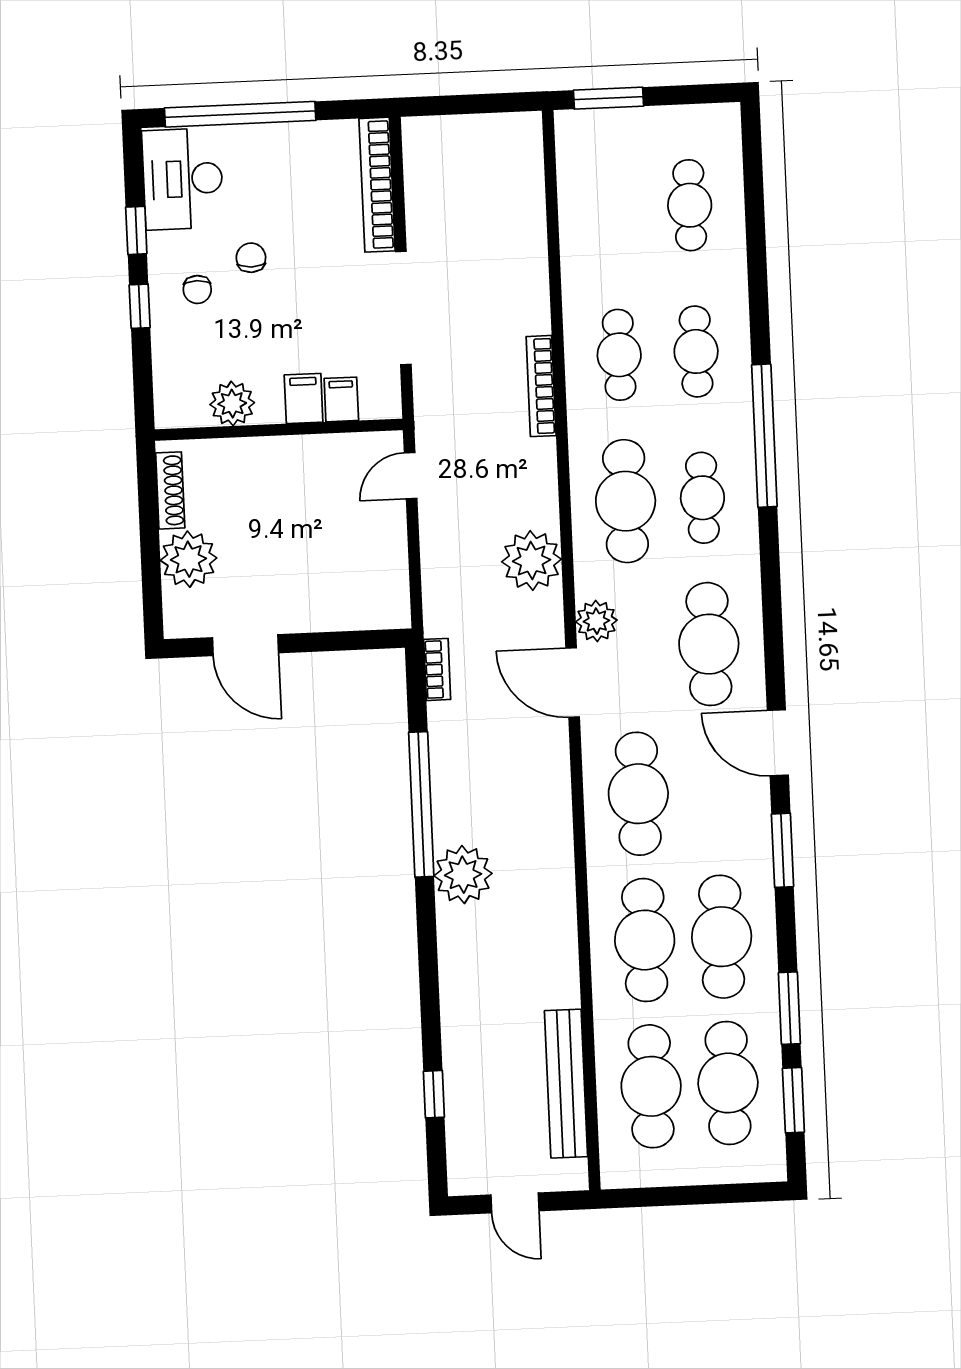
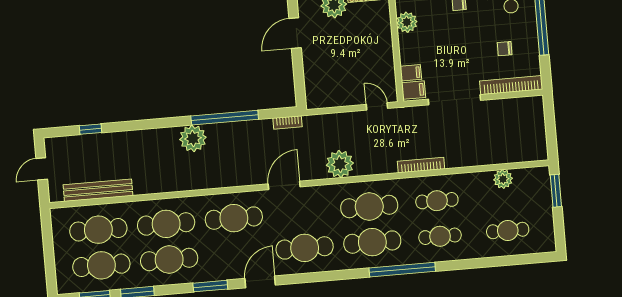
chair: (251, 258) -> (505, 49), moved, turned 180
filing cabinet: (304, 398) -> (414, 90), moved
cafe table: (702, 498) -> (372, 242), width x1.37, depth x1.35
plant: (596, 621) -> (503, 179), moved

